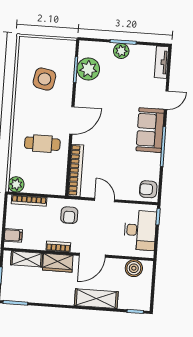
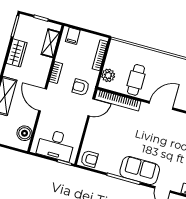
door: (72, 120) -> (161, 105), swing flipped
cafe table: (42, 144) -> (136, 80), moved
plant: (16, 184) -> (108, 75), moved
armchair: (148, 189) -> (89, 159), turned 90
door: (105, 200) -> (91, 107), moved
wardrobe: (58, 263) -> (17, 53), moved, turned 180

